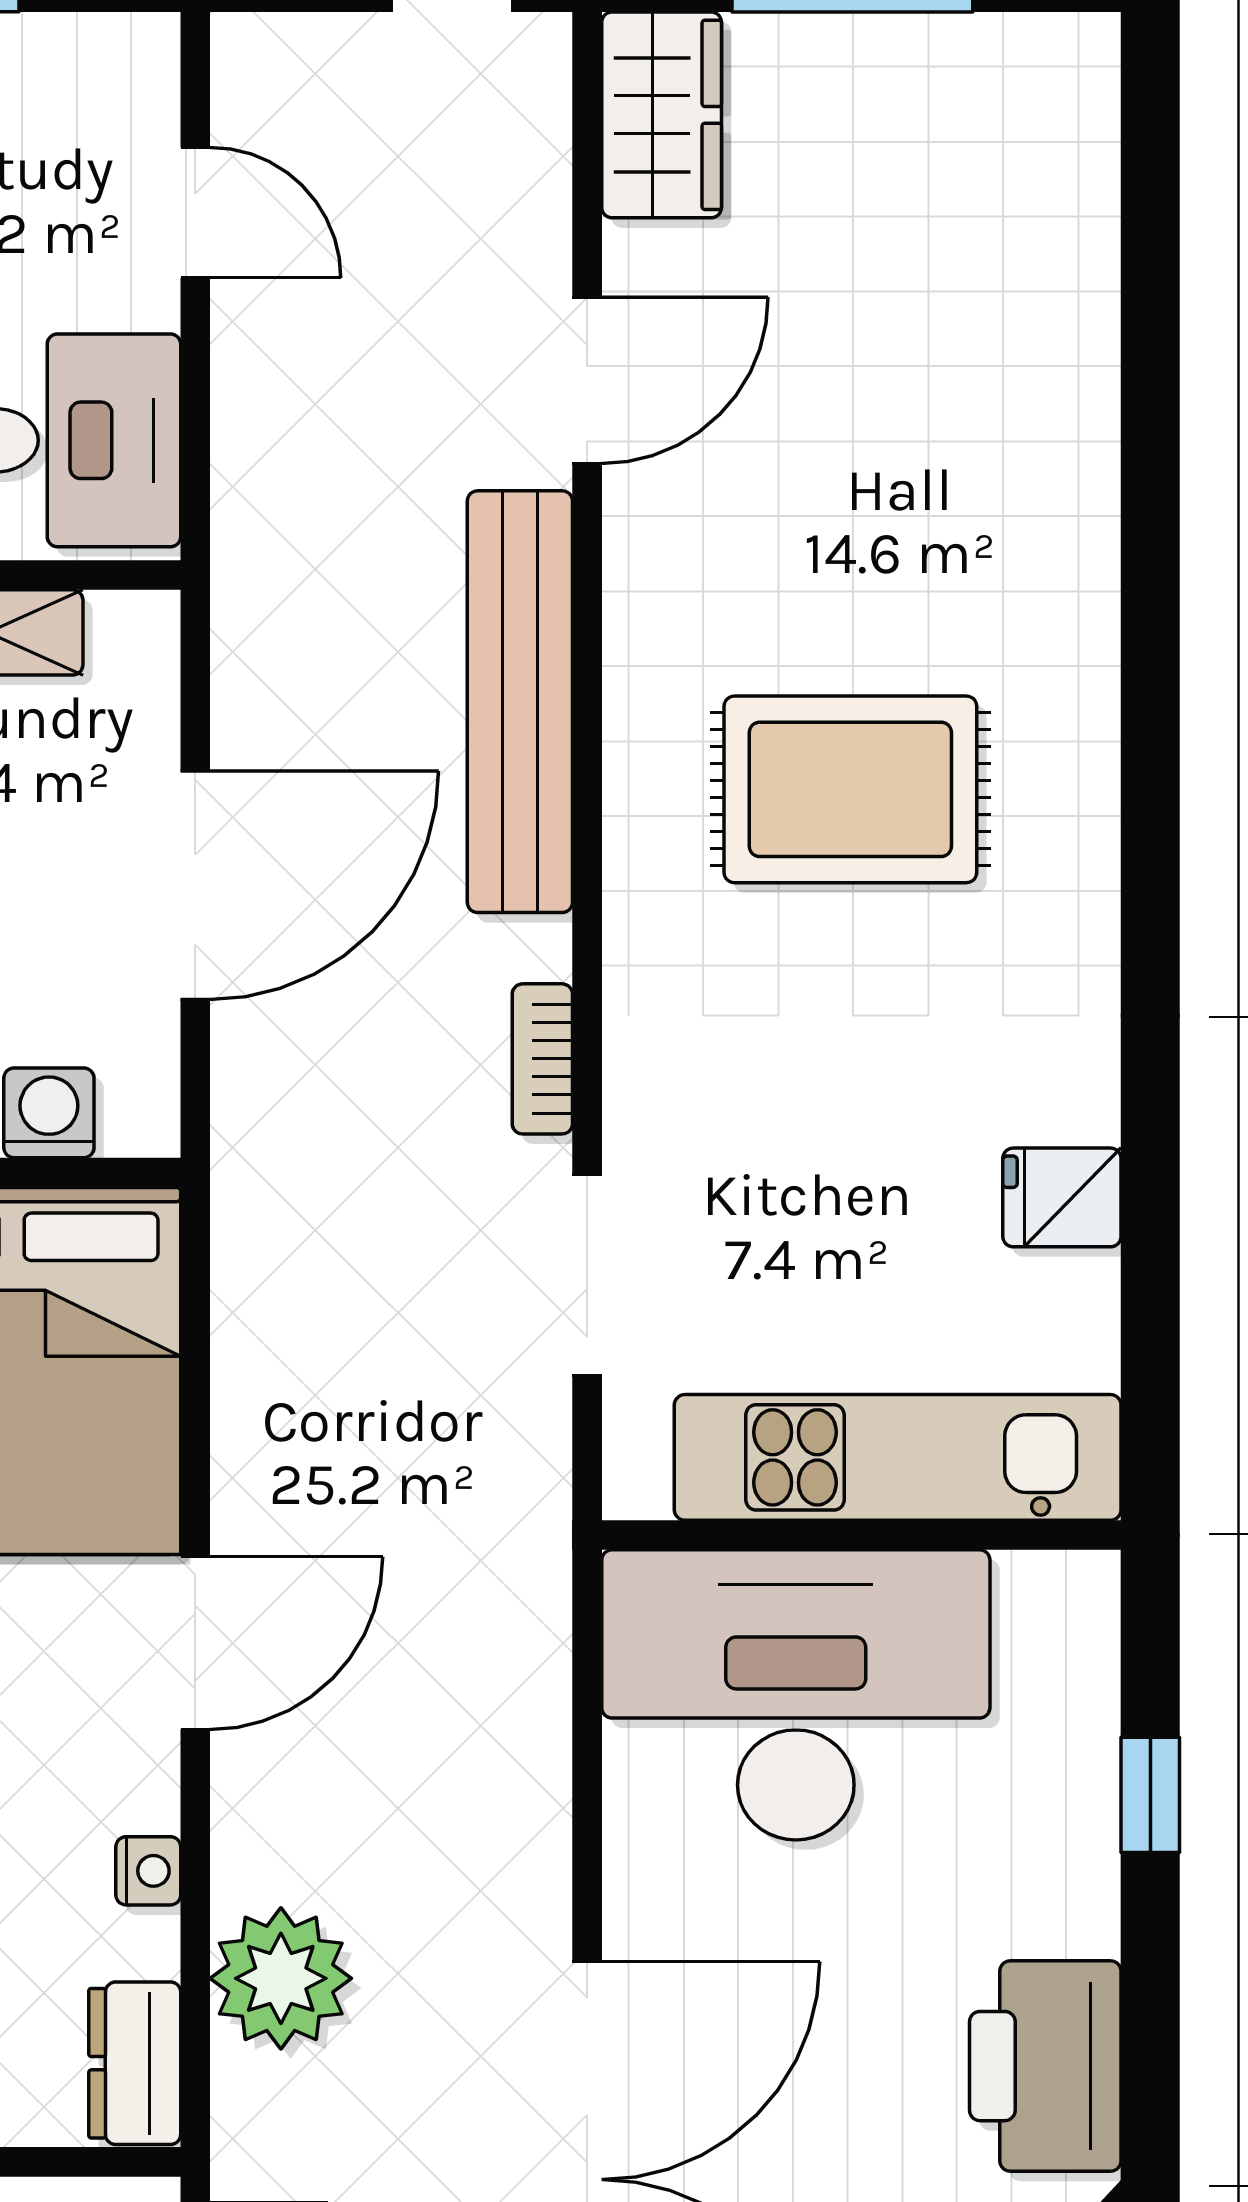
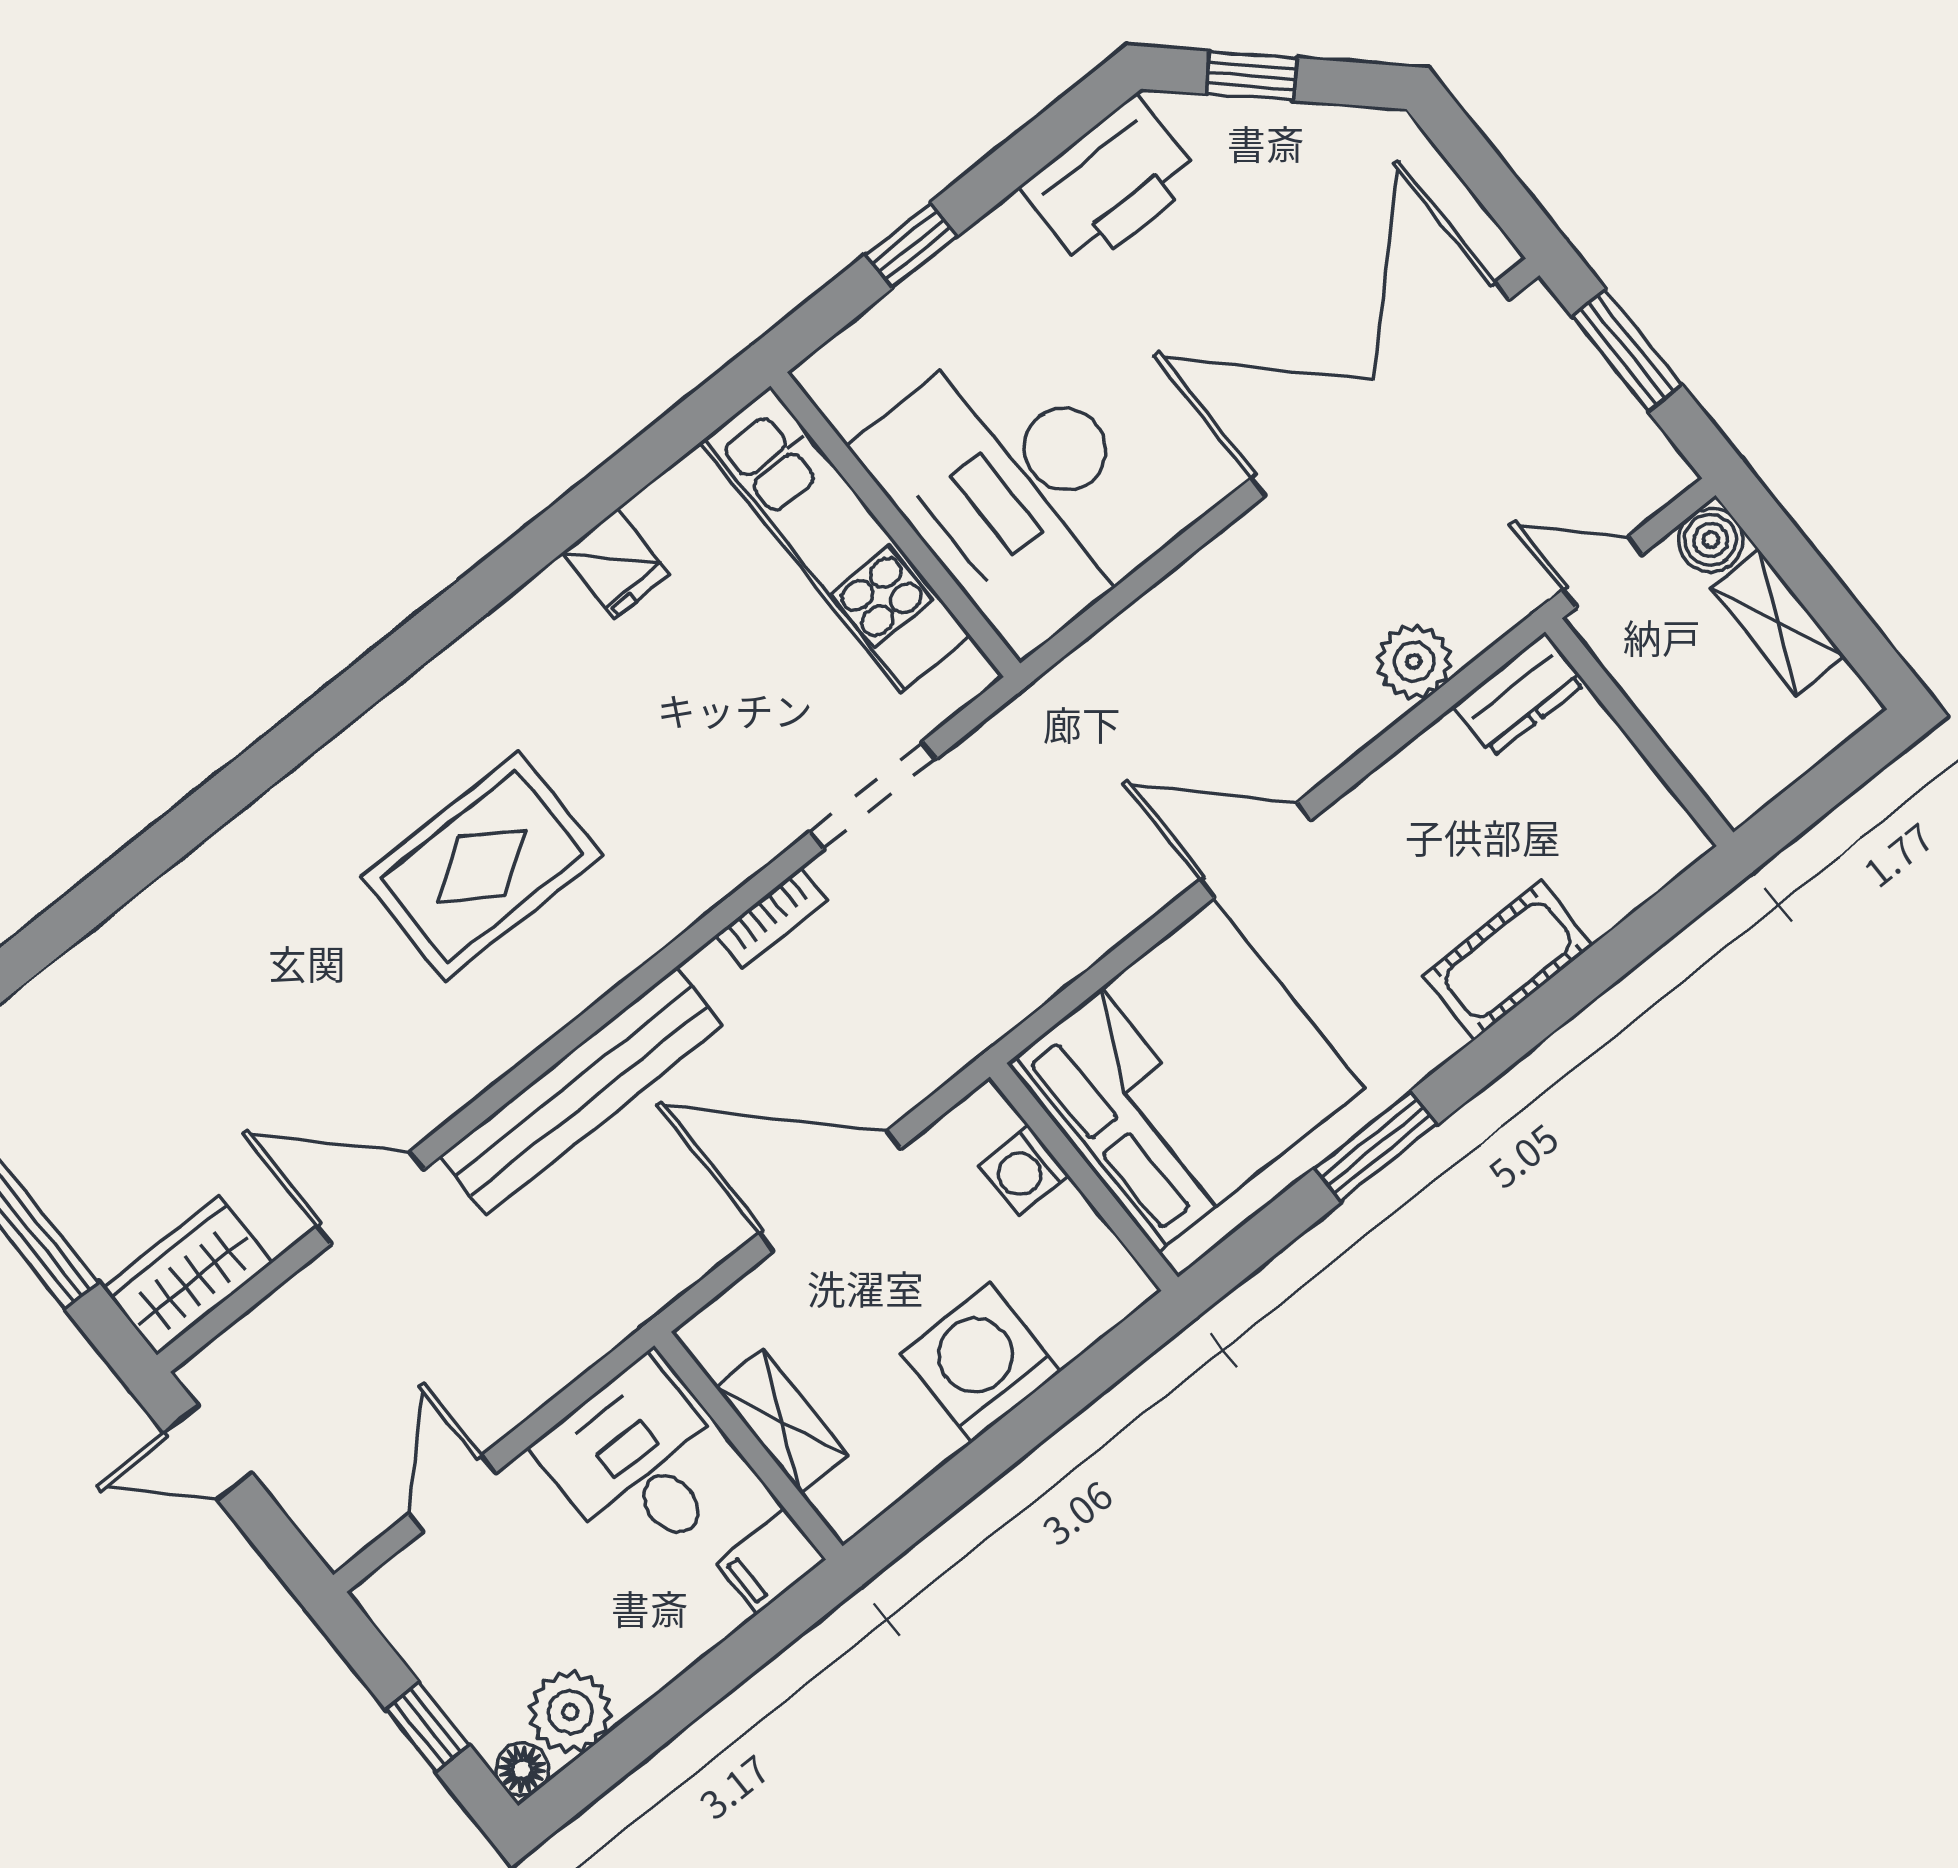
rug: (850, 789) -> (482, 866), turned 90
nightstand: (148, 1871) -> (1405, 774), removed
plant: (281, 1978) -> (1414, 662), width x0.73, depth x0.73

